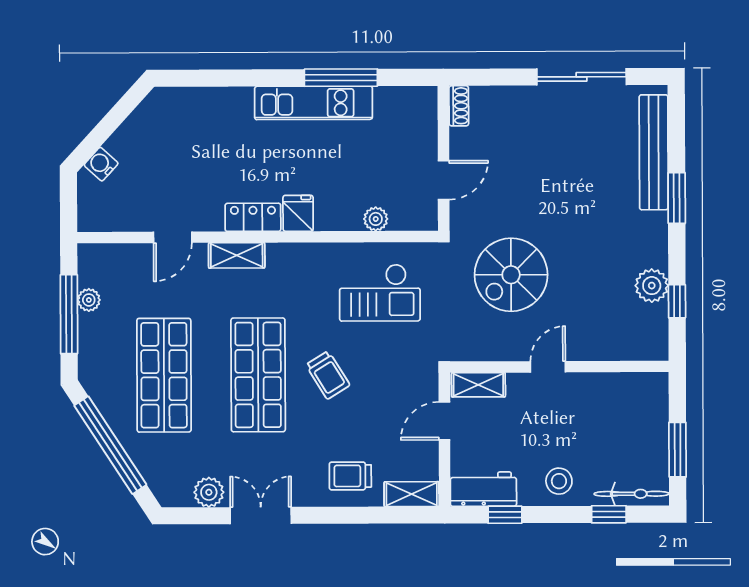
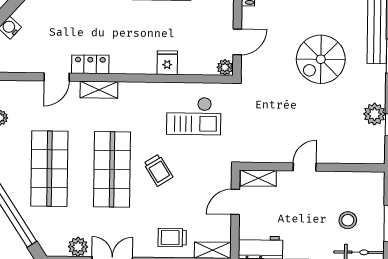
fridge: (298, 213) -> (167, 63), moved
locker: (253, 217) -> (90, 64), moved
plant: (376, 219) -> (225, 67), moved
spiral stairs: (511, 275) -> (321, 59), moved
stool: (559, 481) -> (348, 220), moved

